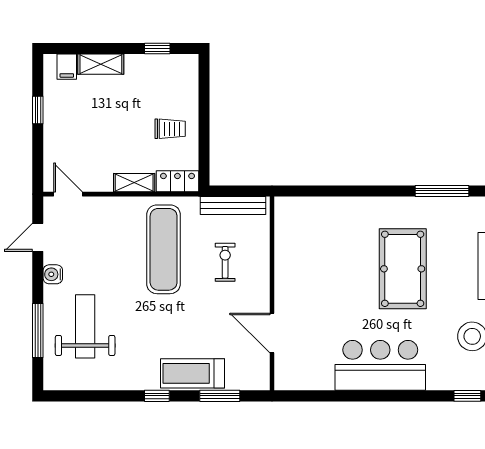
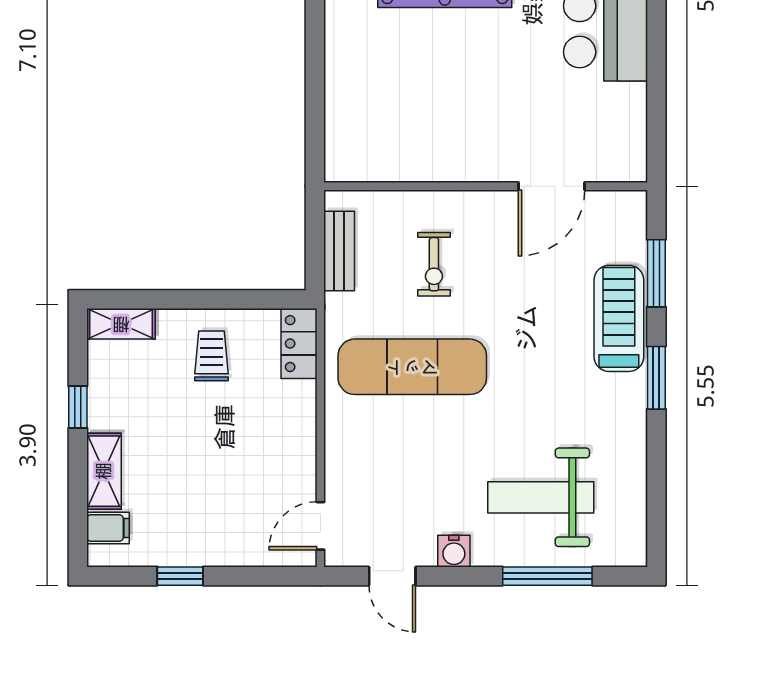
window: (157, 48) -> (78, 407), moved
shelving: (134, 183) -> (121, 324), moved, turned 90
bench: (233, 205) -> (339, 251), width x0.73
exercise bike: (225, 262) -> (434, 264), turned -90
treadmill: (193, 373) -> (619, 318), turned 180
window: (157, 396) -> (656, 378), width x1.50

